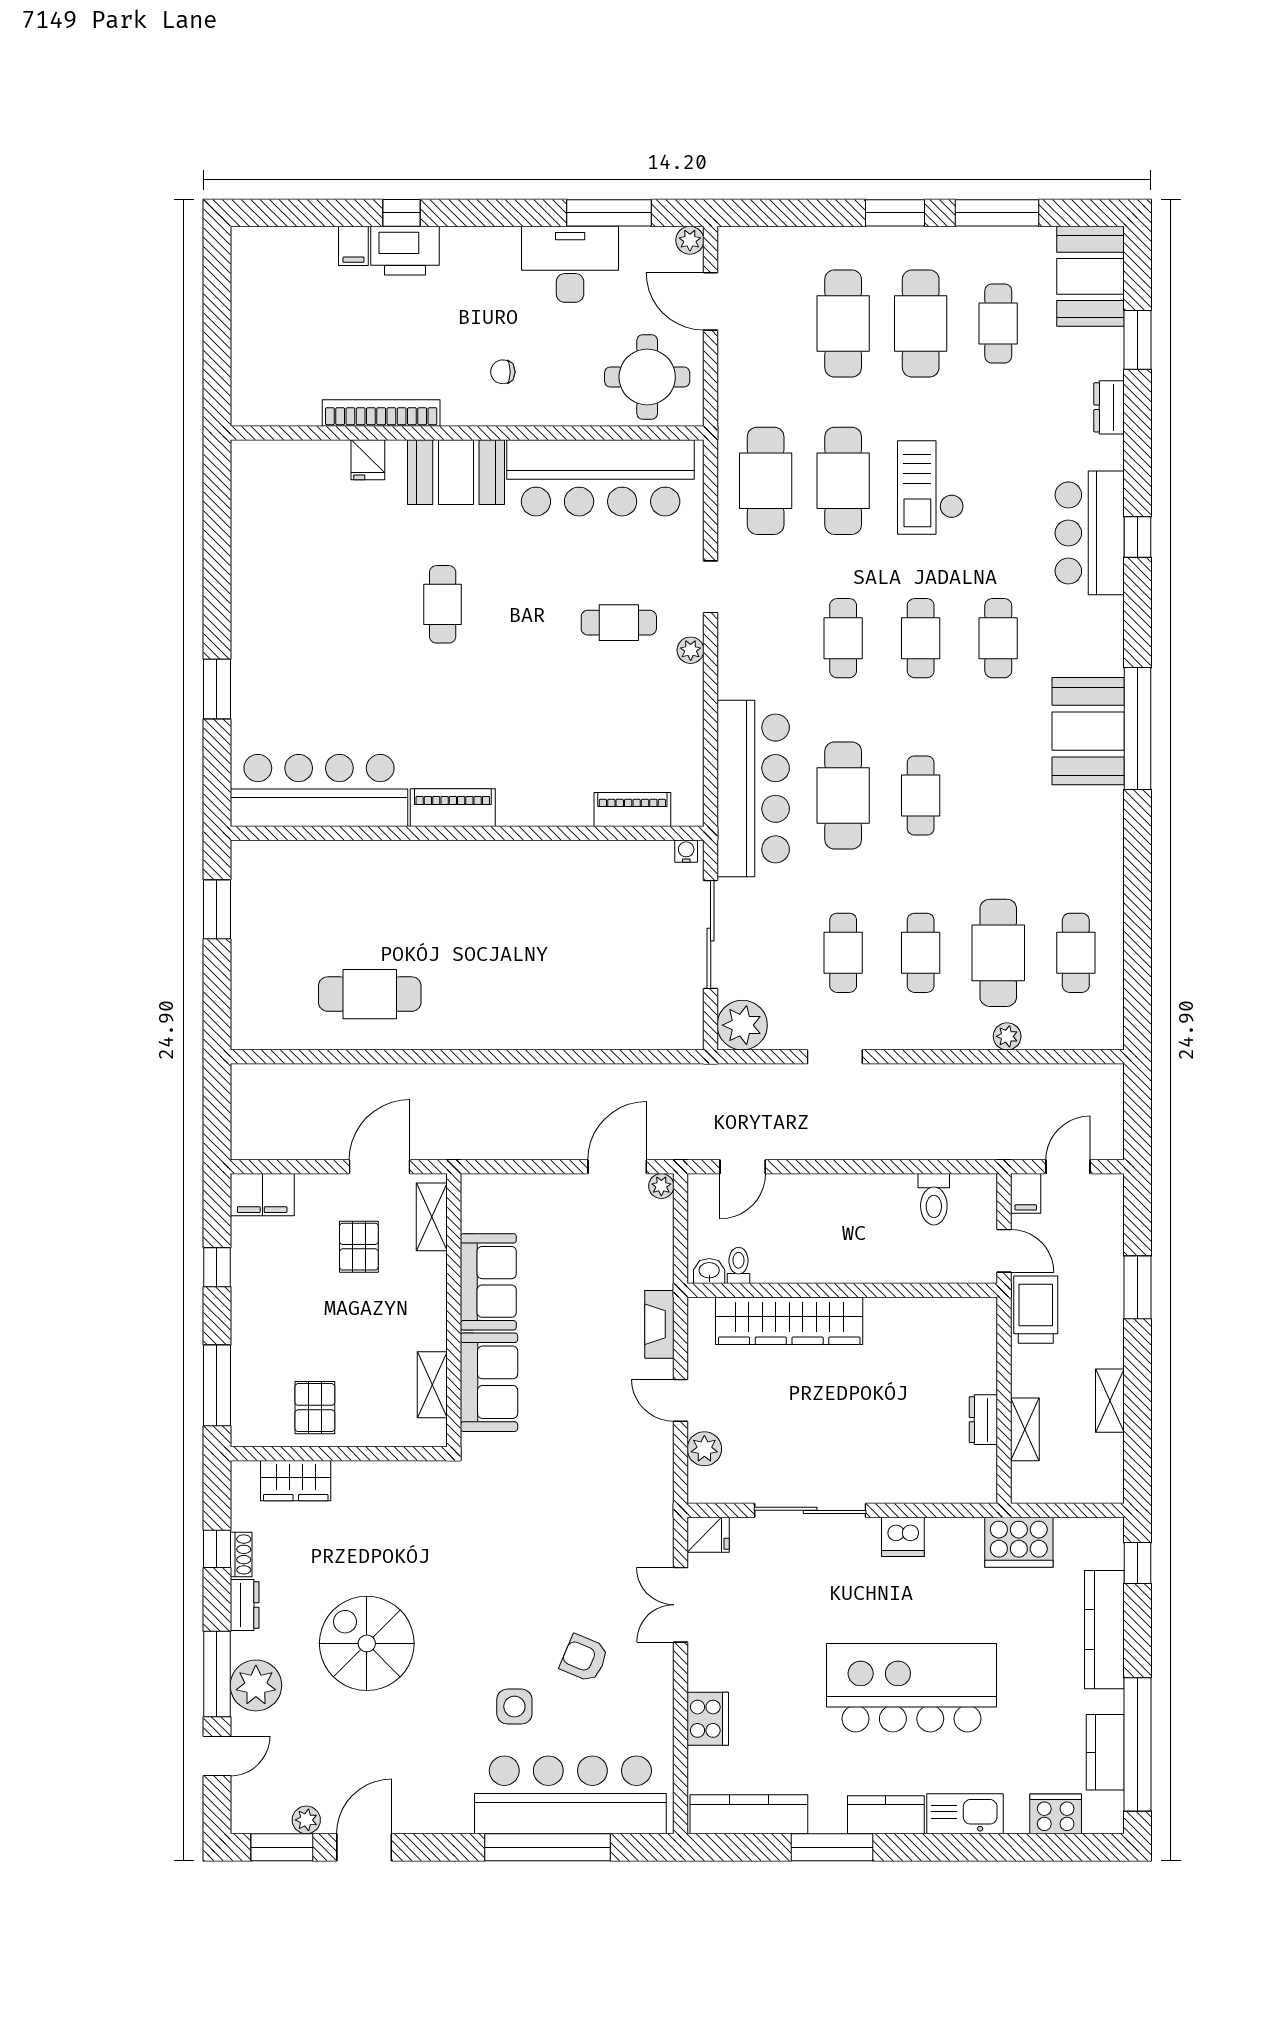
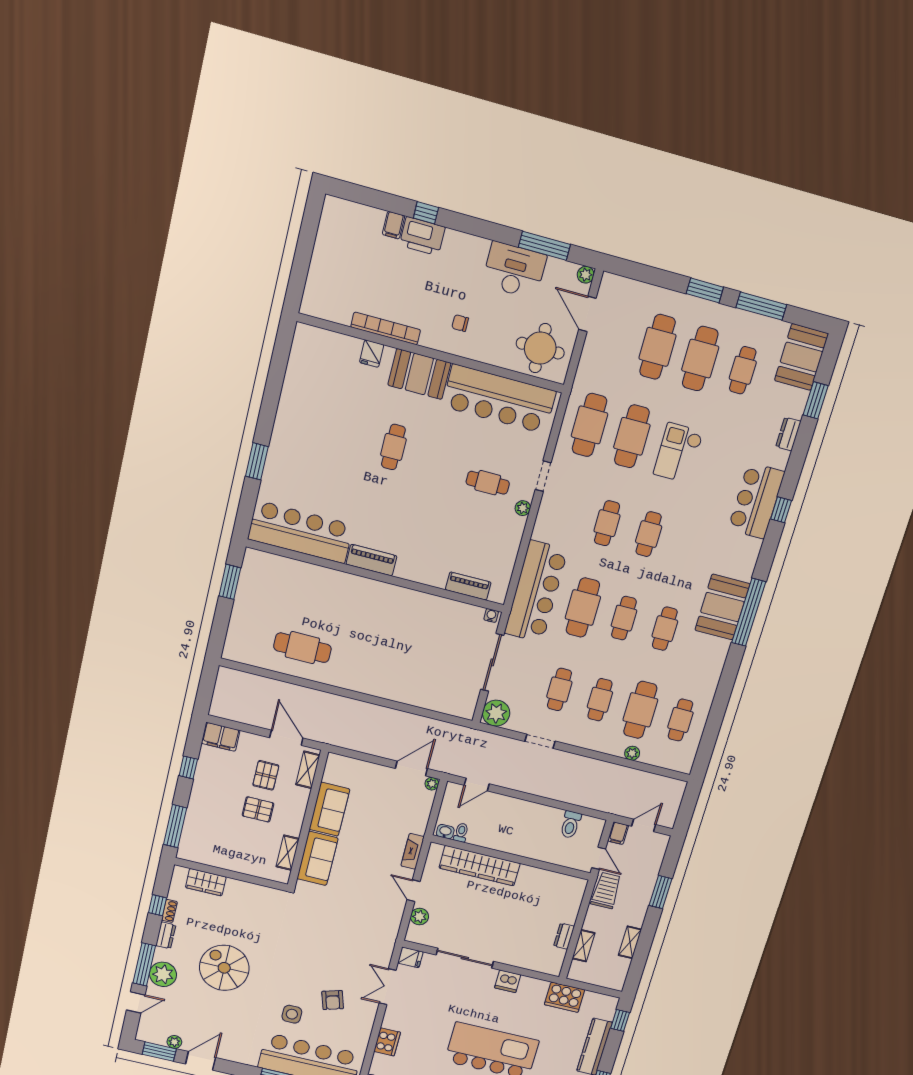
cafe table: (998, 638) -> (665, 629), moved
door: (379, 1167) -> (286, 738), hinge flipped
pallet: (315, 1408) -> (258, 809), moved, turned 90
armchair: (584, 1658) -> (333, 1000), turned -130

